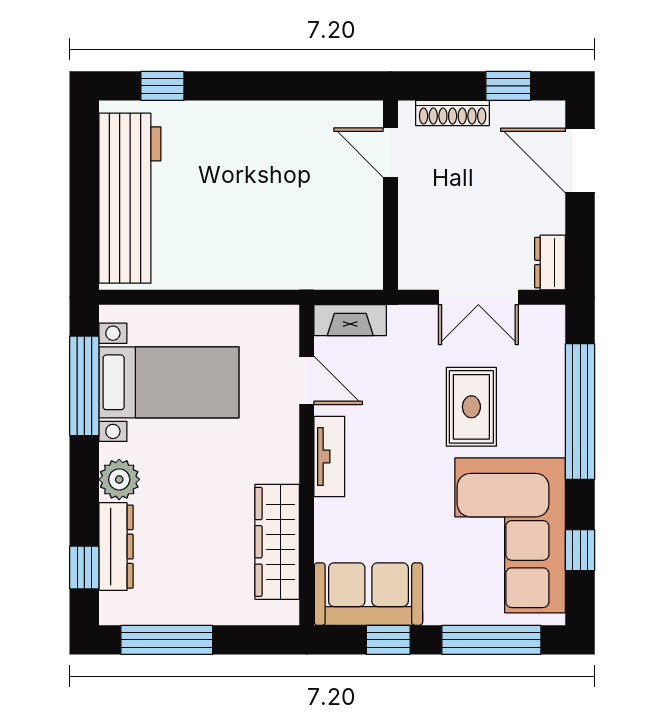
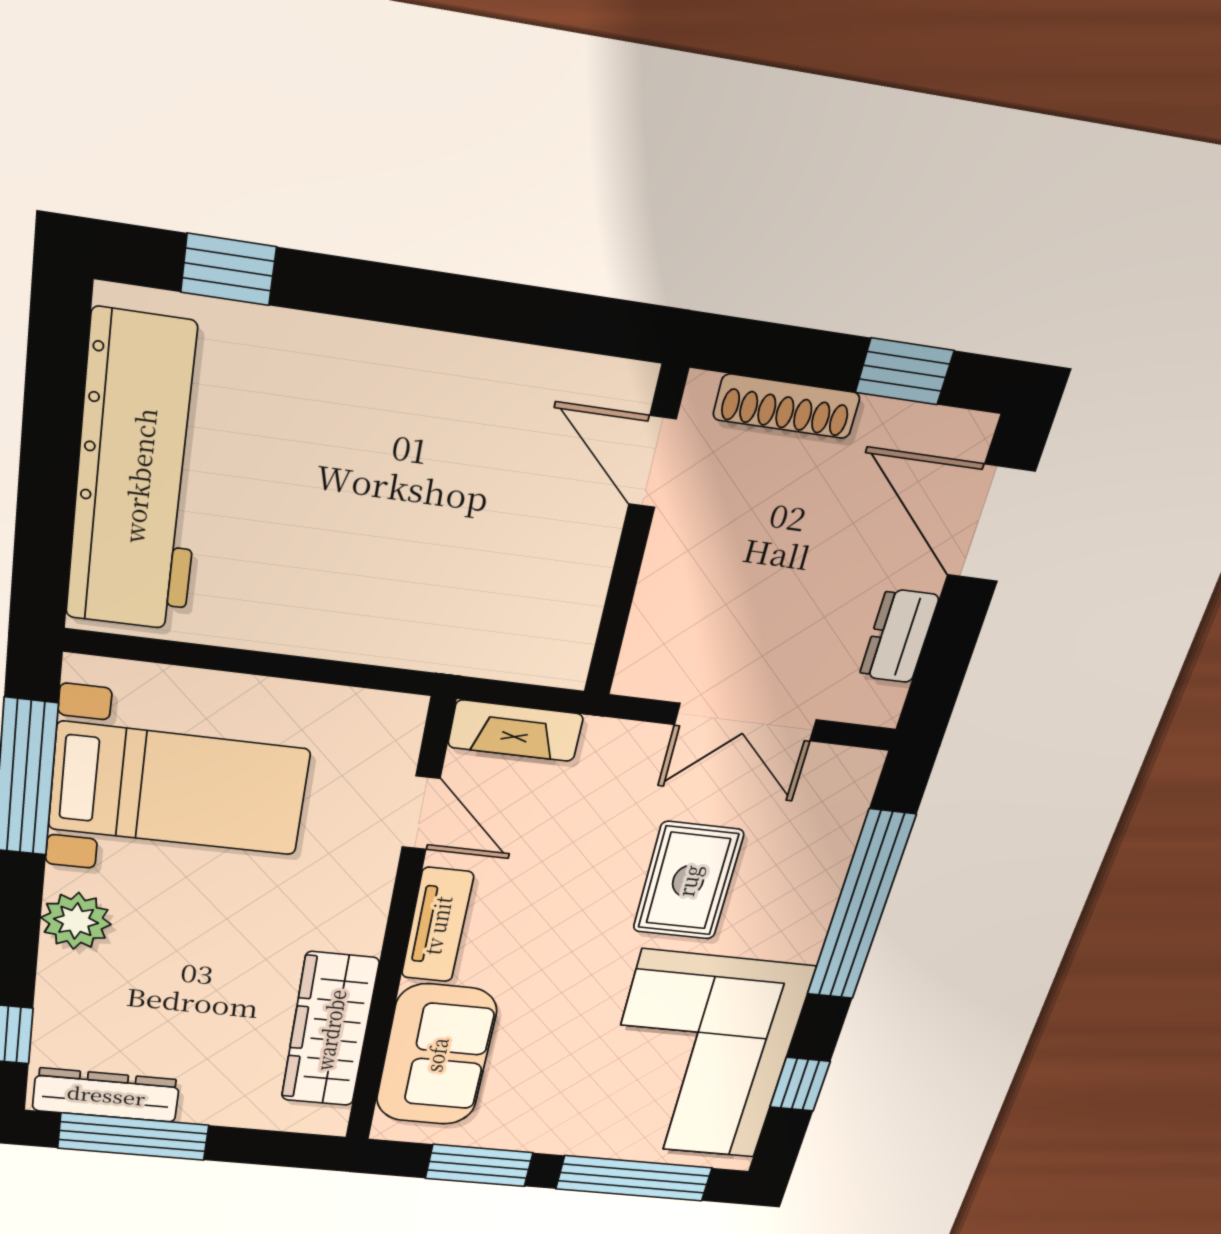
dresser: (550, 263) -> (899, 636), moved
dresser: (116, 547) -> (106, 1095), moved, turned -90
sofa: (368, 594) -> (436, 1055), moved, turned 90
window: (388, 640) -> (479, 1165), width x1.50

